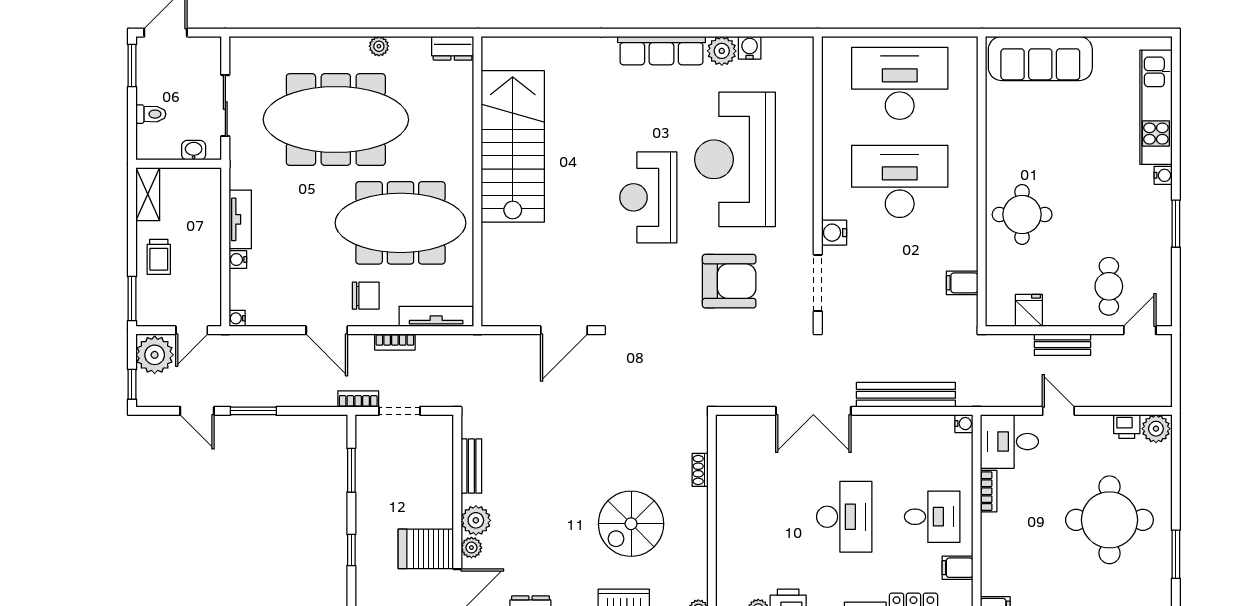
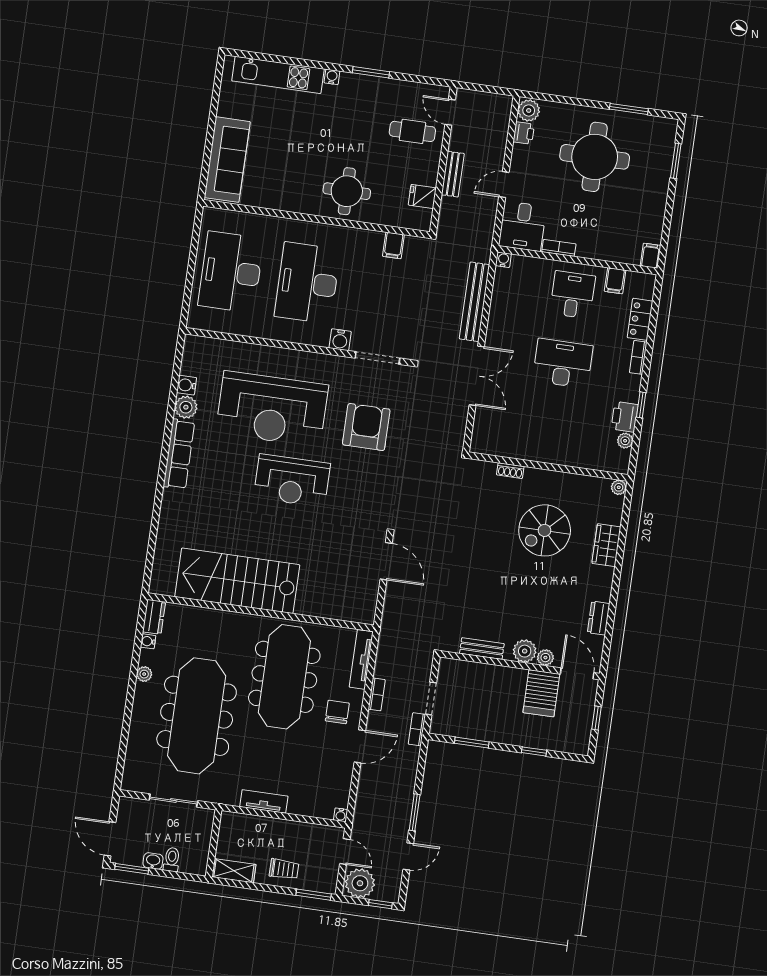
washbasin: (194, 150) -> (153, 861), moved, turned 90
water cooler: (238, 260) -> (148, 641), moved, turned 90
spiral stairs: (631, 524) -> (545, 530), turned 90

